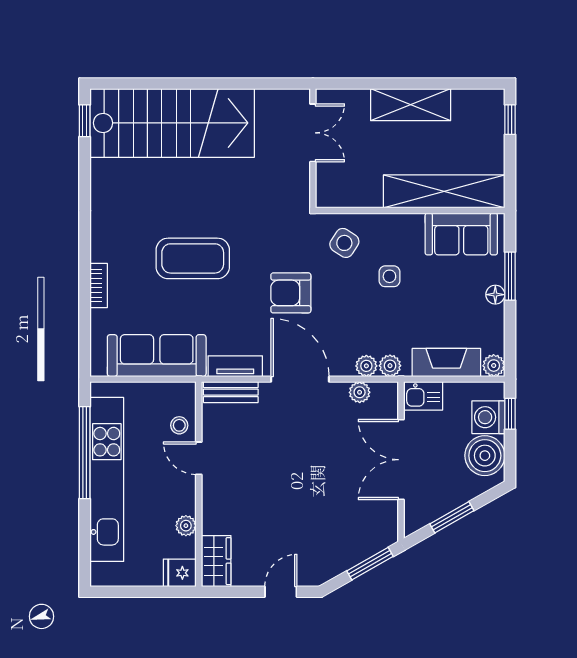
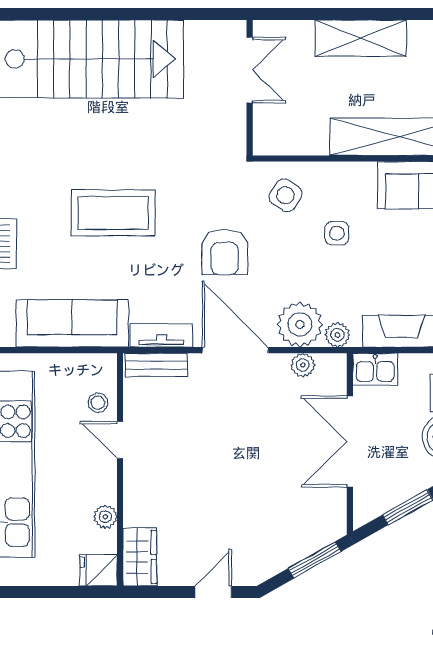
armchair: (291, 293) -> (225, 252), turned -90
plant: (366, 366) -> (300, 324), width x1.87, depth x1.87

